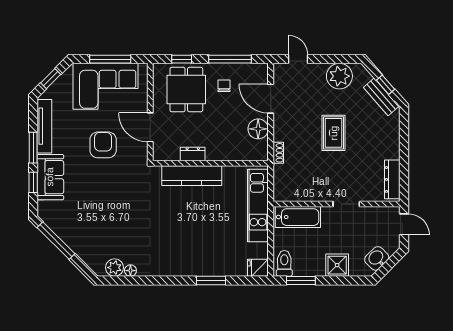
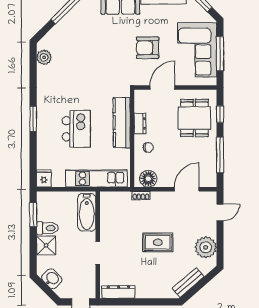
window: (385, 85) -> (198, 286), removed
chair: (224, 86) -> (148, 147), moved
dining table: (186, 90) -> (194, 118), turned 90
floor lamp: (258, 129) -> (148, 179), moved
armchair: (103, 145) -> (148, 48), turned 180
kitchen island: (199, 229) -> (76, 129), added
toilet: (284, 263) -> (48, 228), moved
floor lamp: (130, 271) -> (42, 71), removed
window: (211, 280) -> (33, 119), moved

